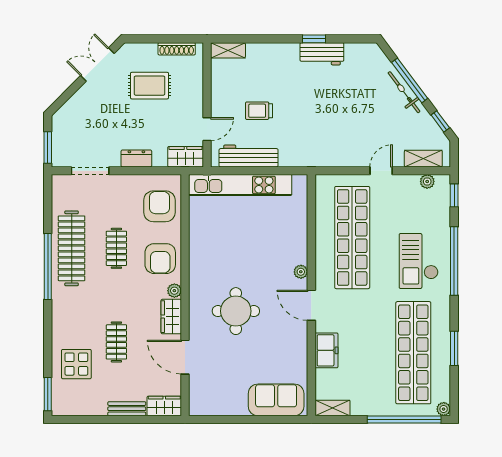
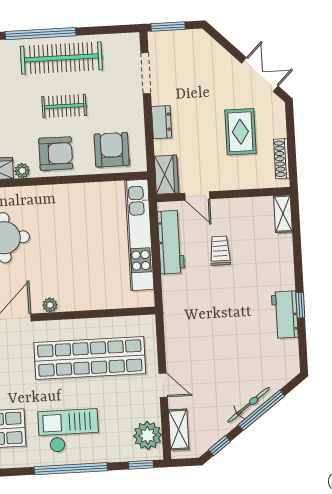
plant: (427, 181) -> (148, 435), width x1.87, depth x1.87
armchair: (159, 206) -> (112, 150), turned -90
armchair: (160, 259) -> (56, 154), turned 180

